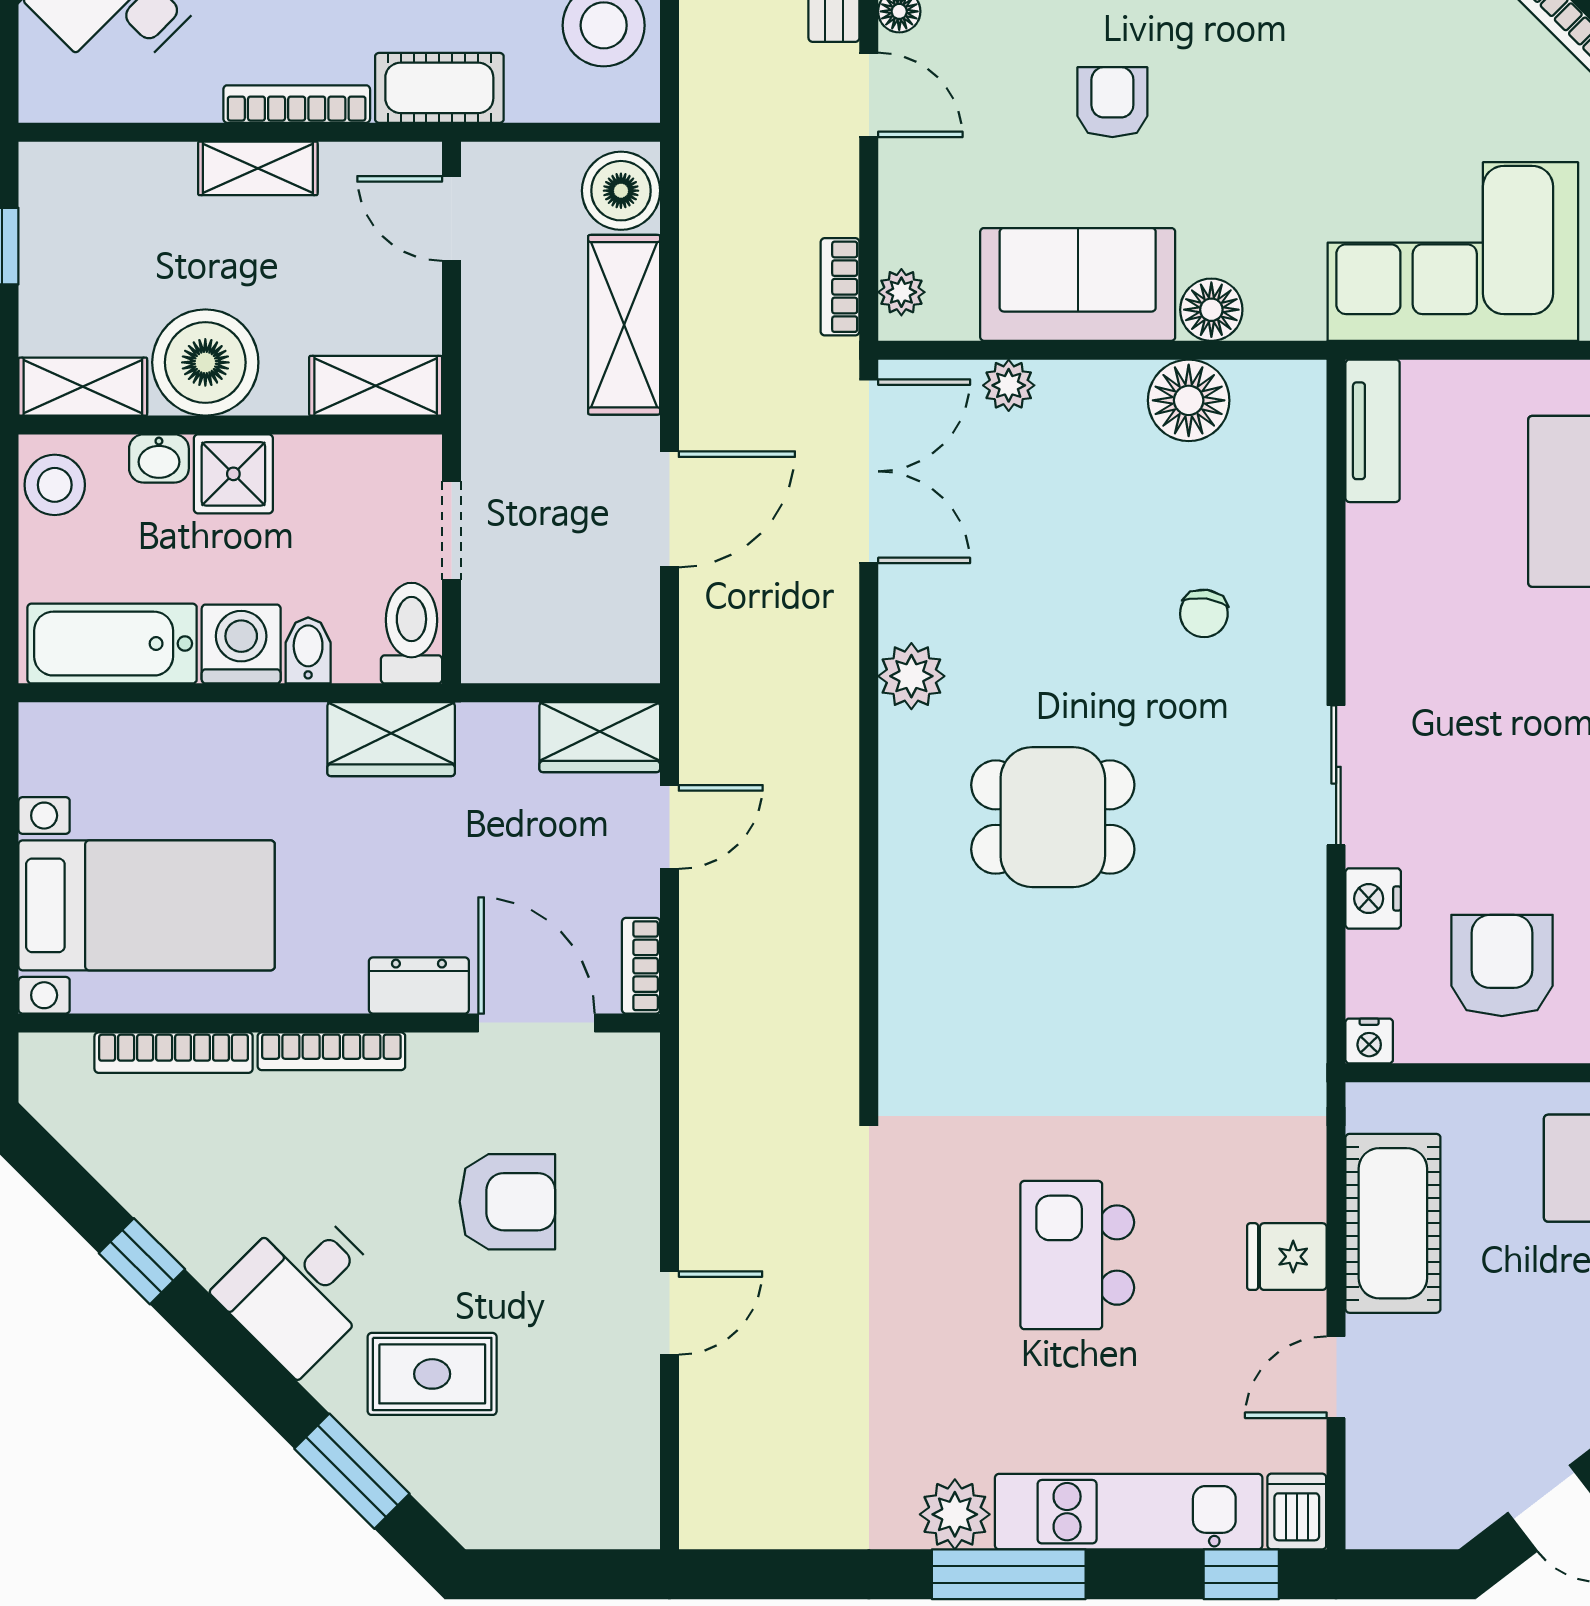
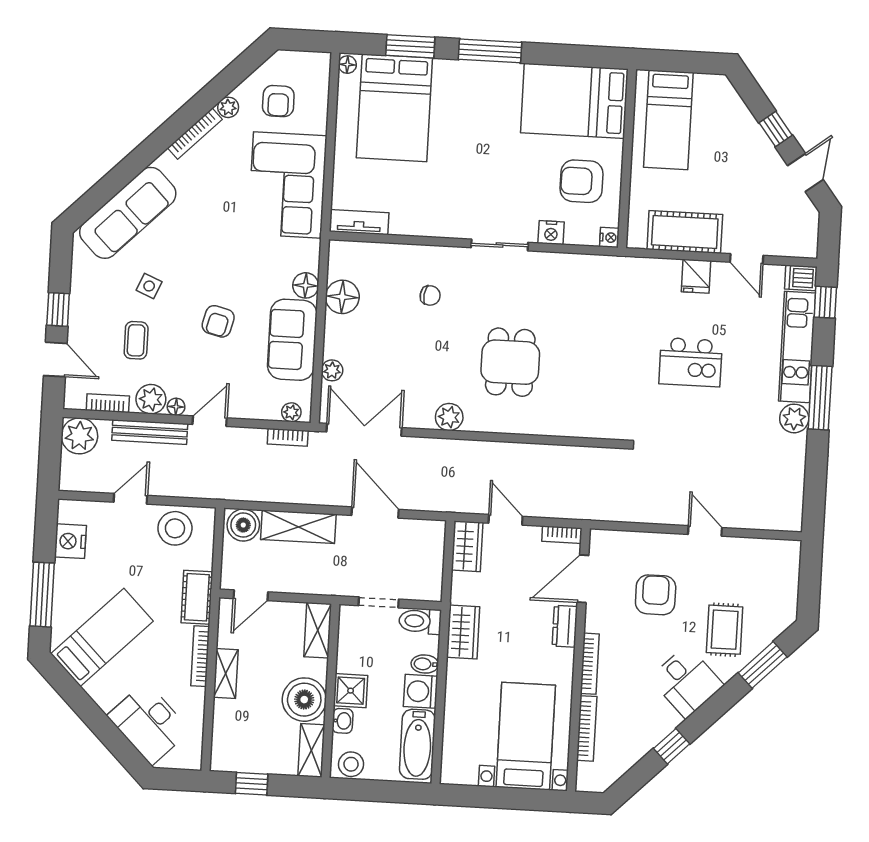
armchair: (1112, 102) -> (218, 321), turned -76

